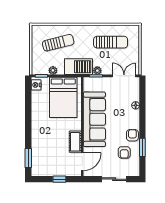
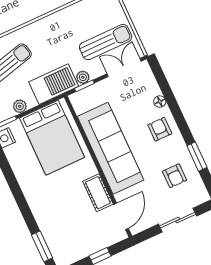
sun lounger: (111, 42) -> (106, 42), moved
armchair: (132, 135) -> (160, 129), moved

